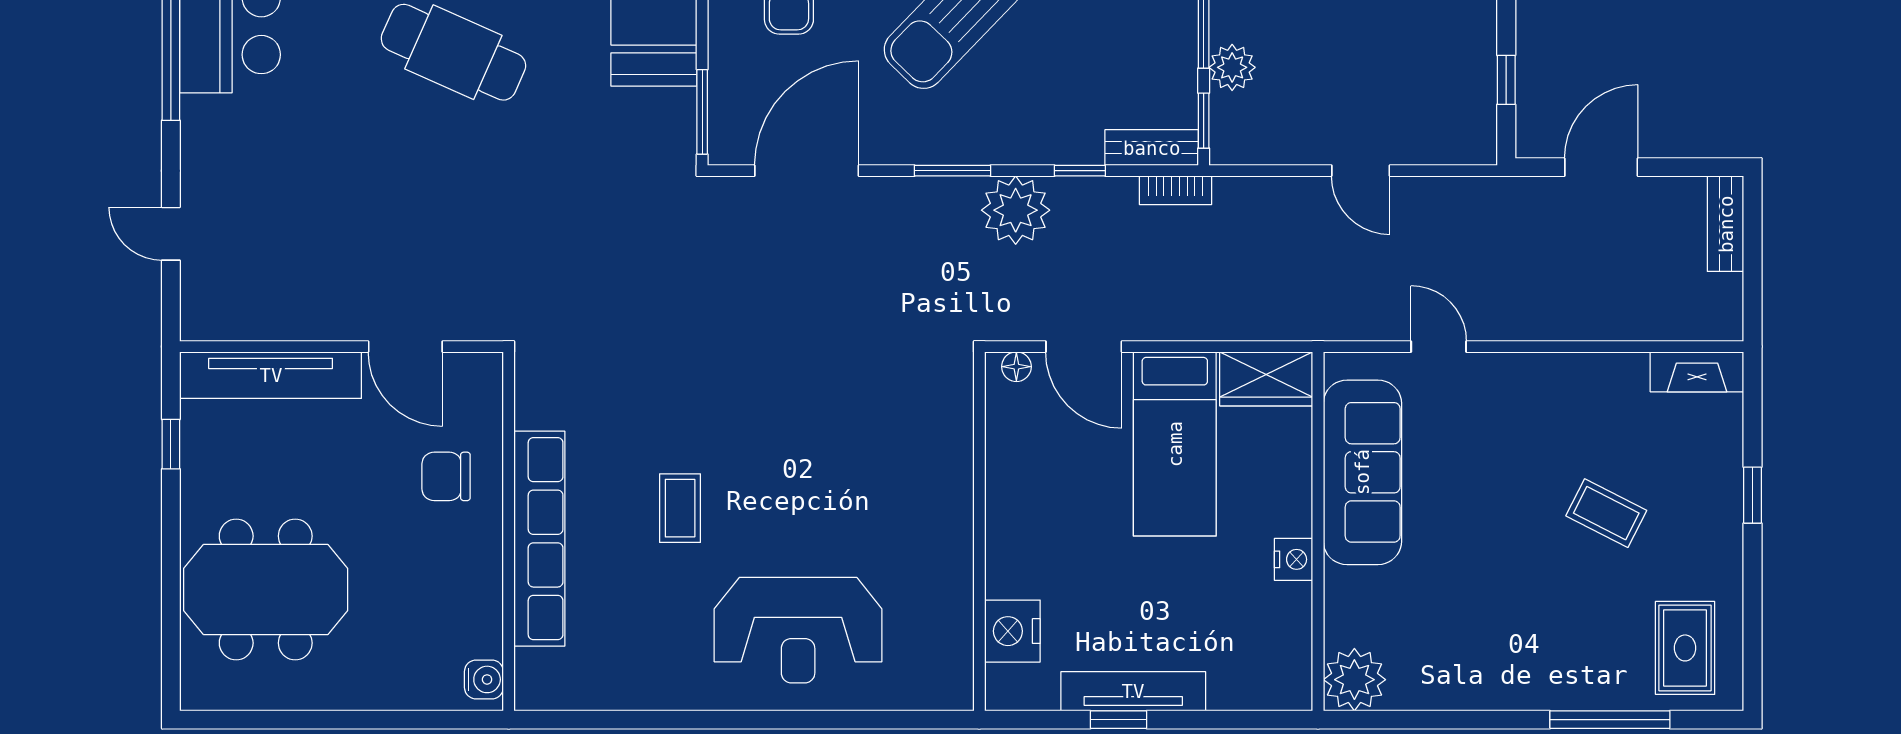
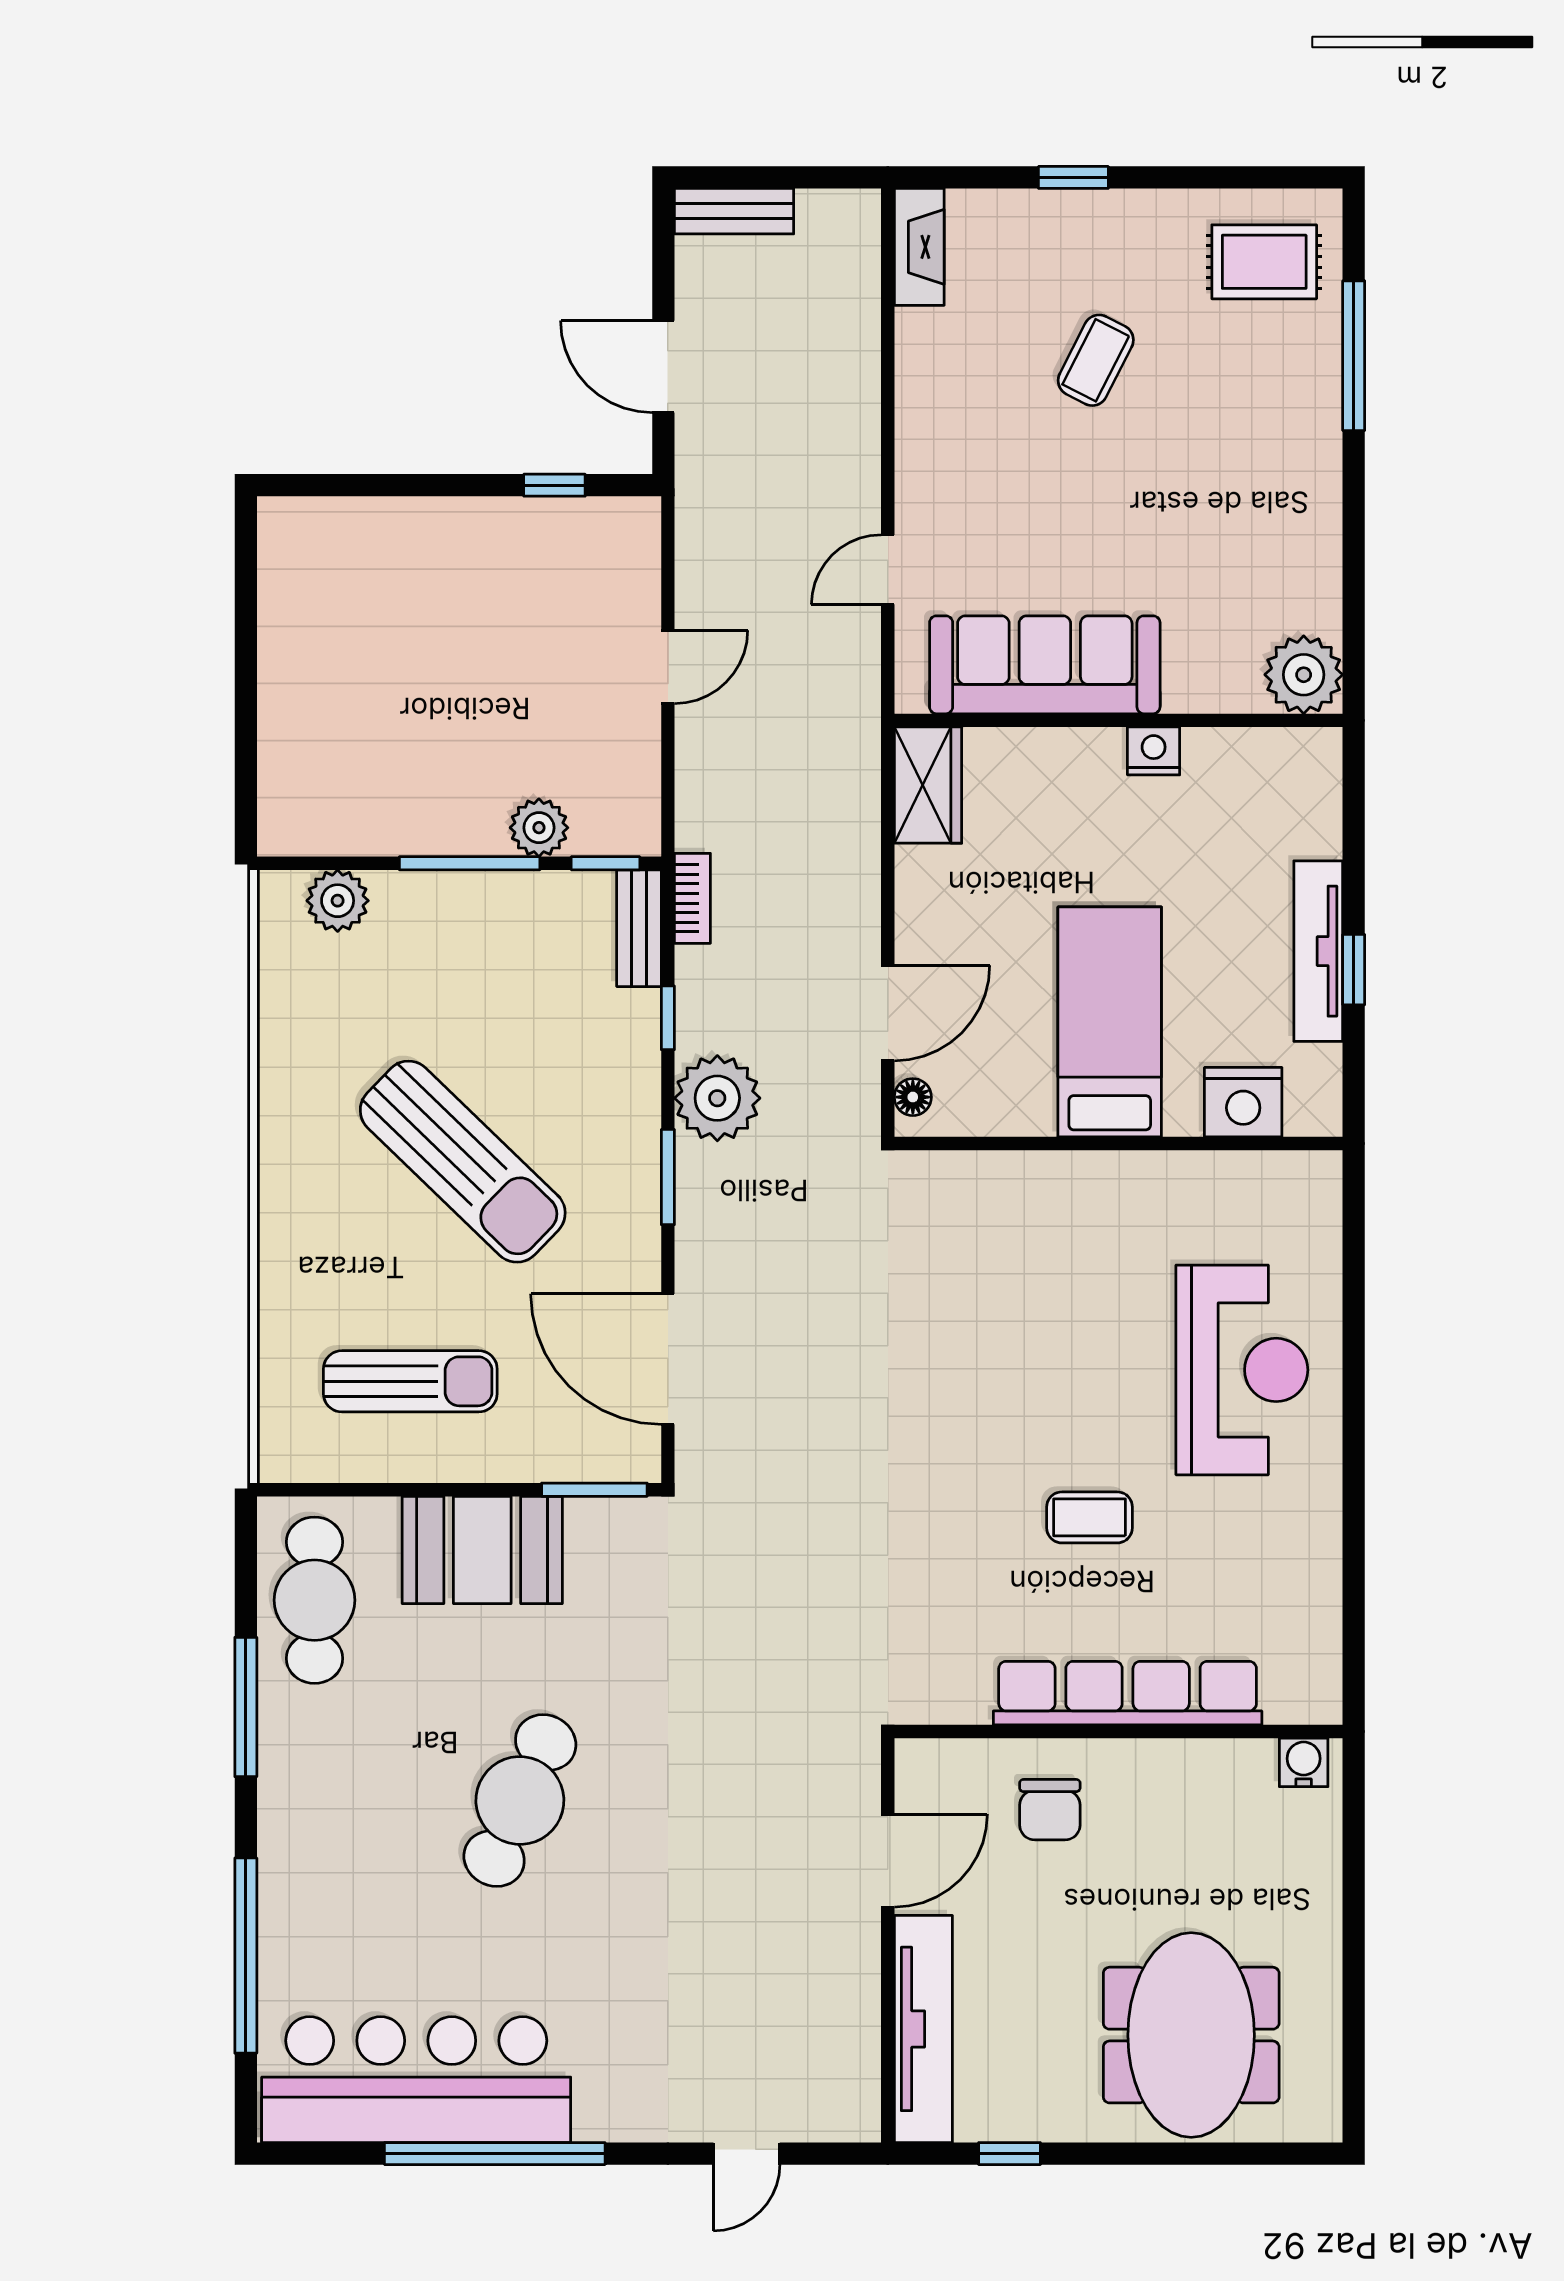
bed: (1175, 444) -> (1110, 1022), moved, turned -90

